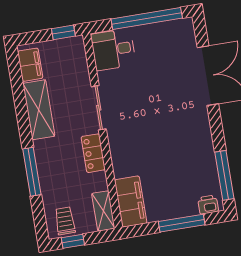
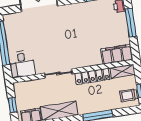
window: (63, 32) -> (13, 105), moved
locker: (93, 153) -> (92, 76), width x1.53

